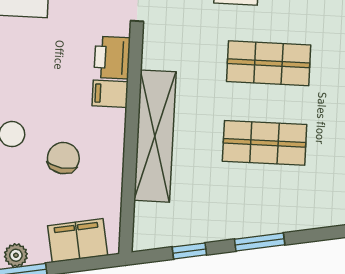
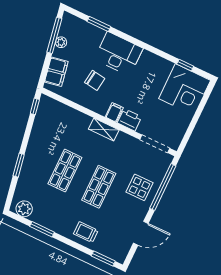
shelving: (155, 136) -> (104, 130), width x0.45, depth x0.75
window: (260, 242) -> (19, 165), moved
window: (189, 251) -> (35, 106), moved

